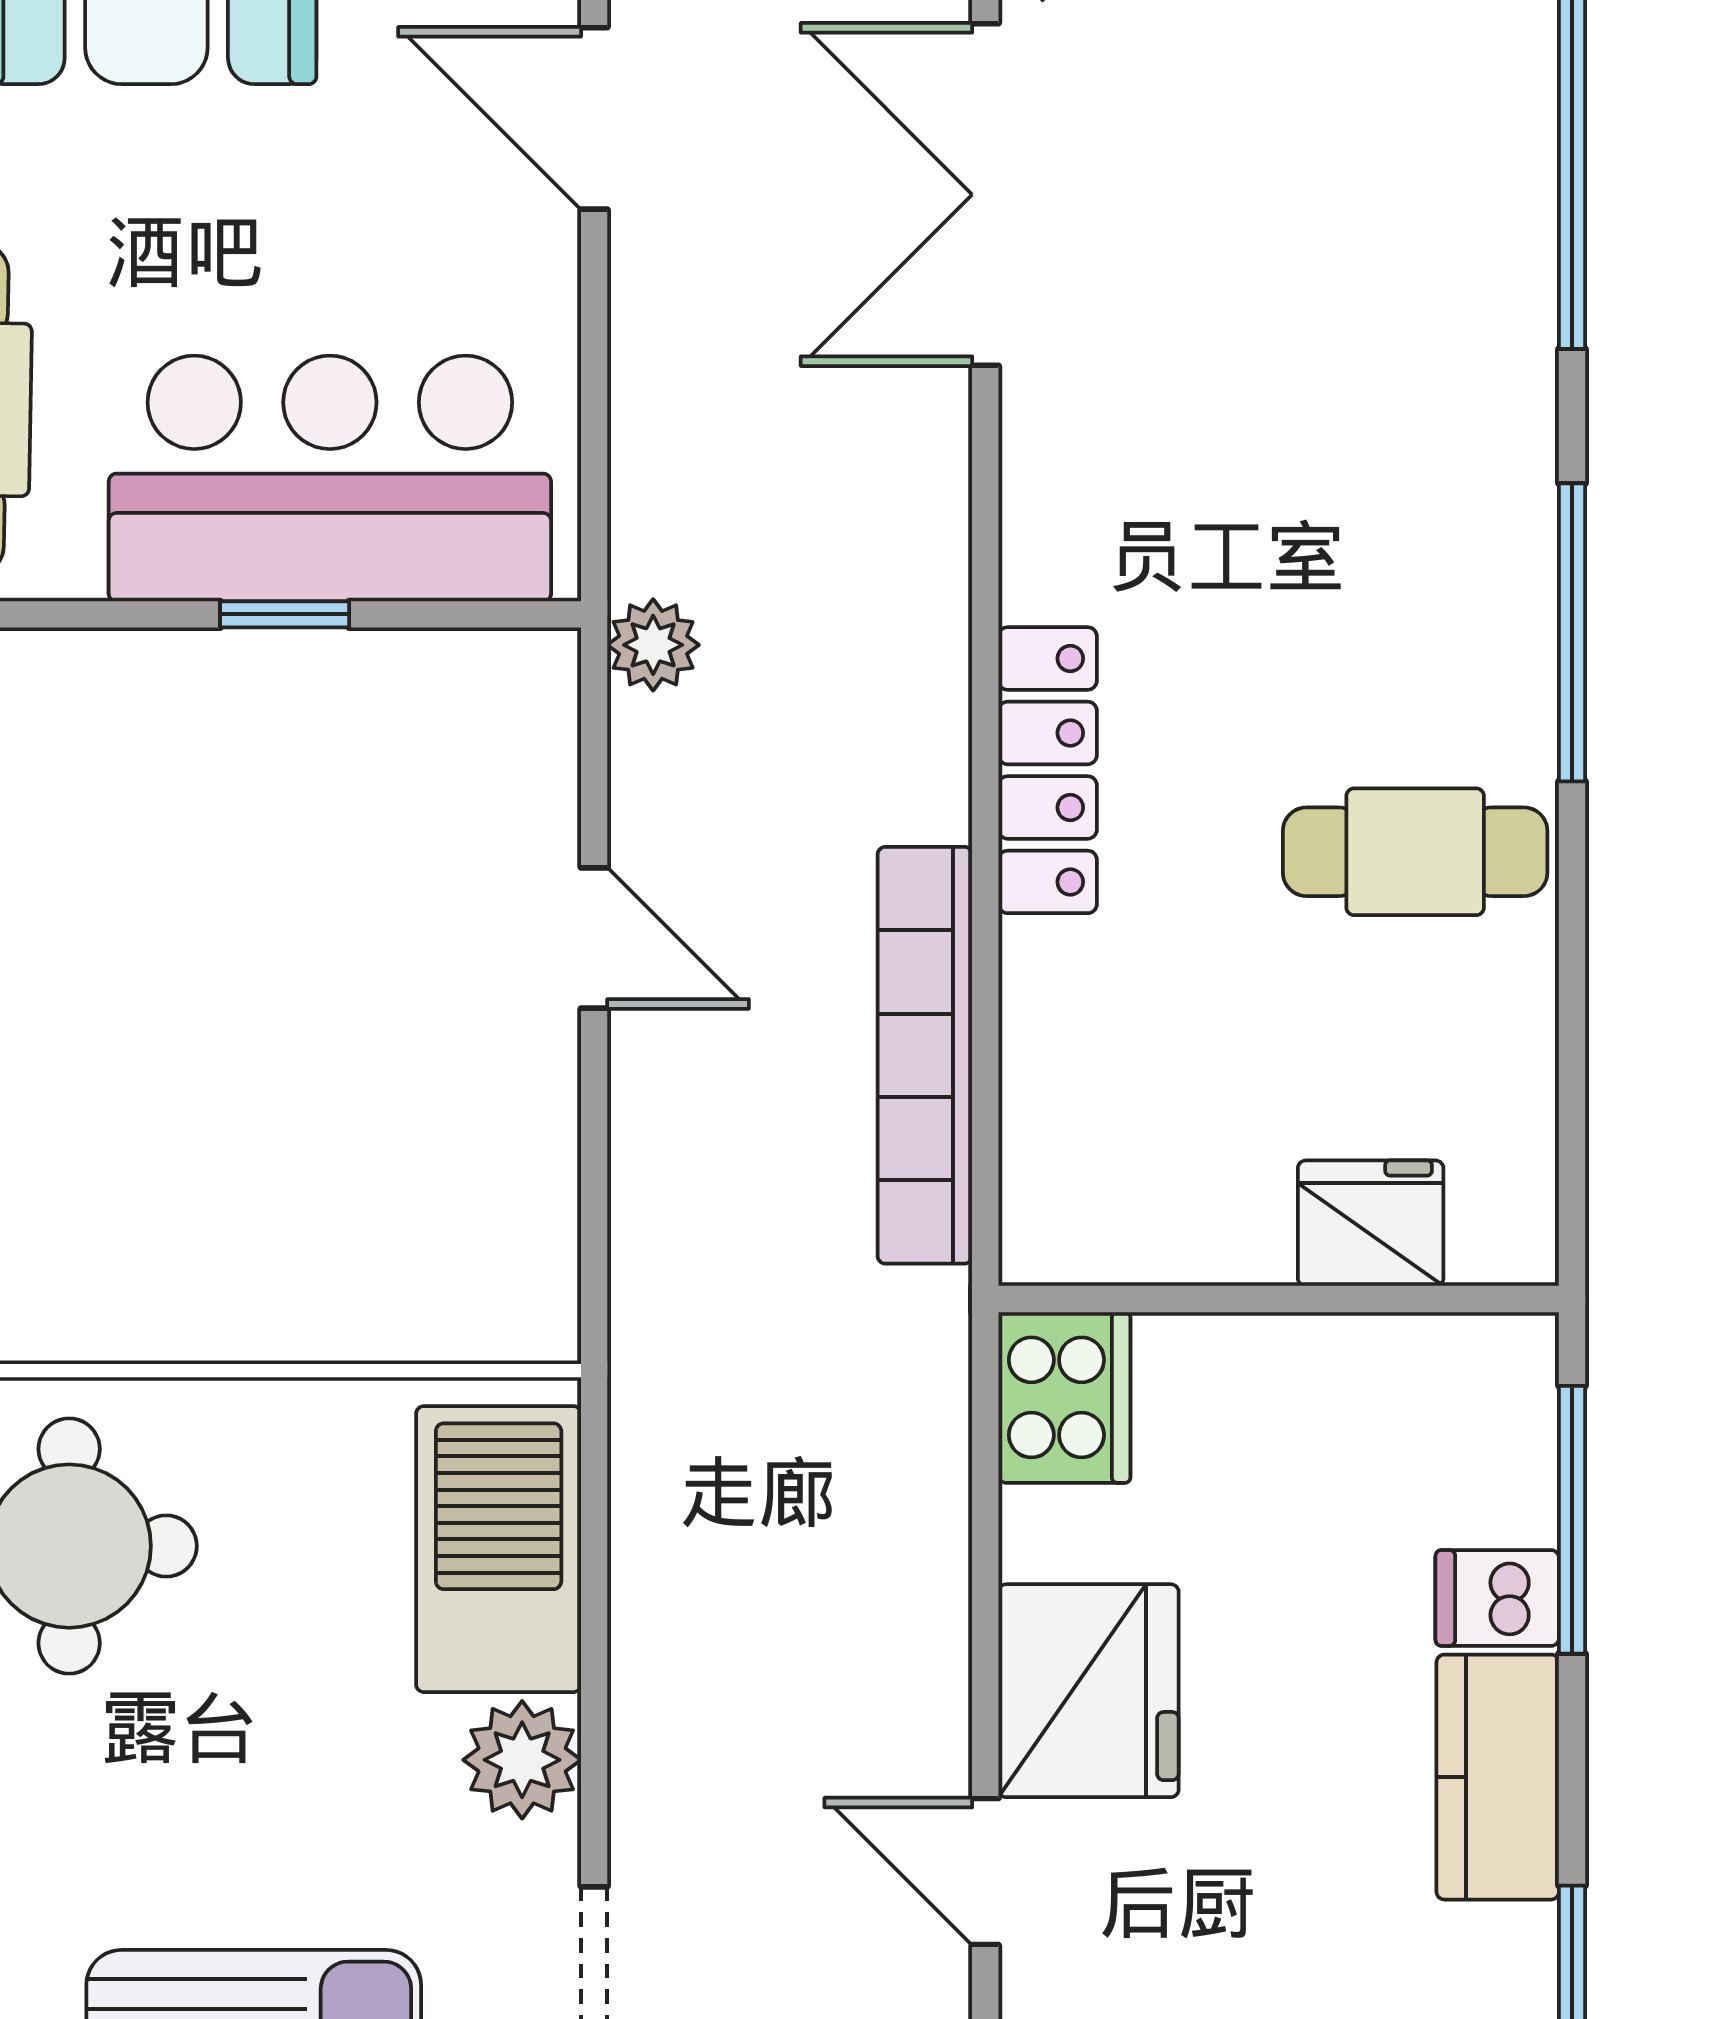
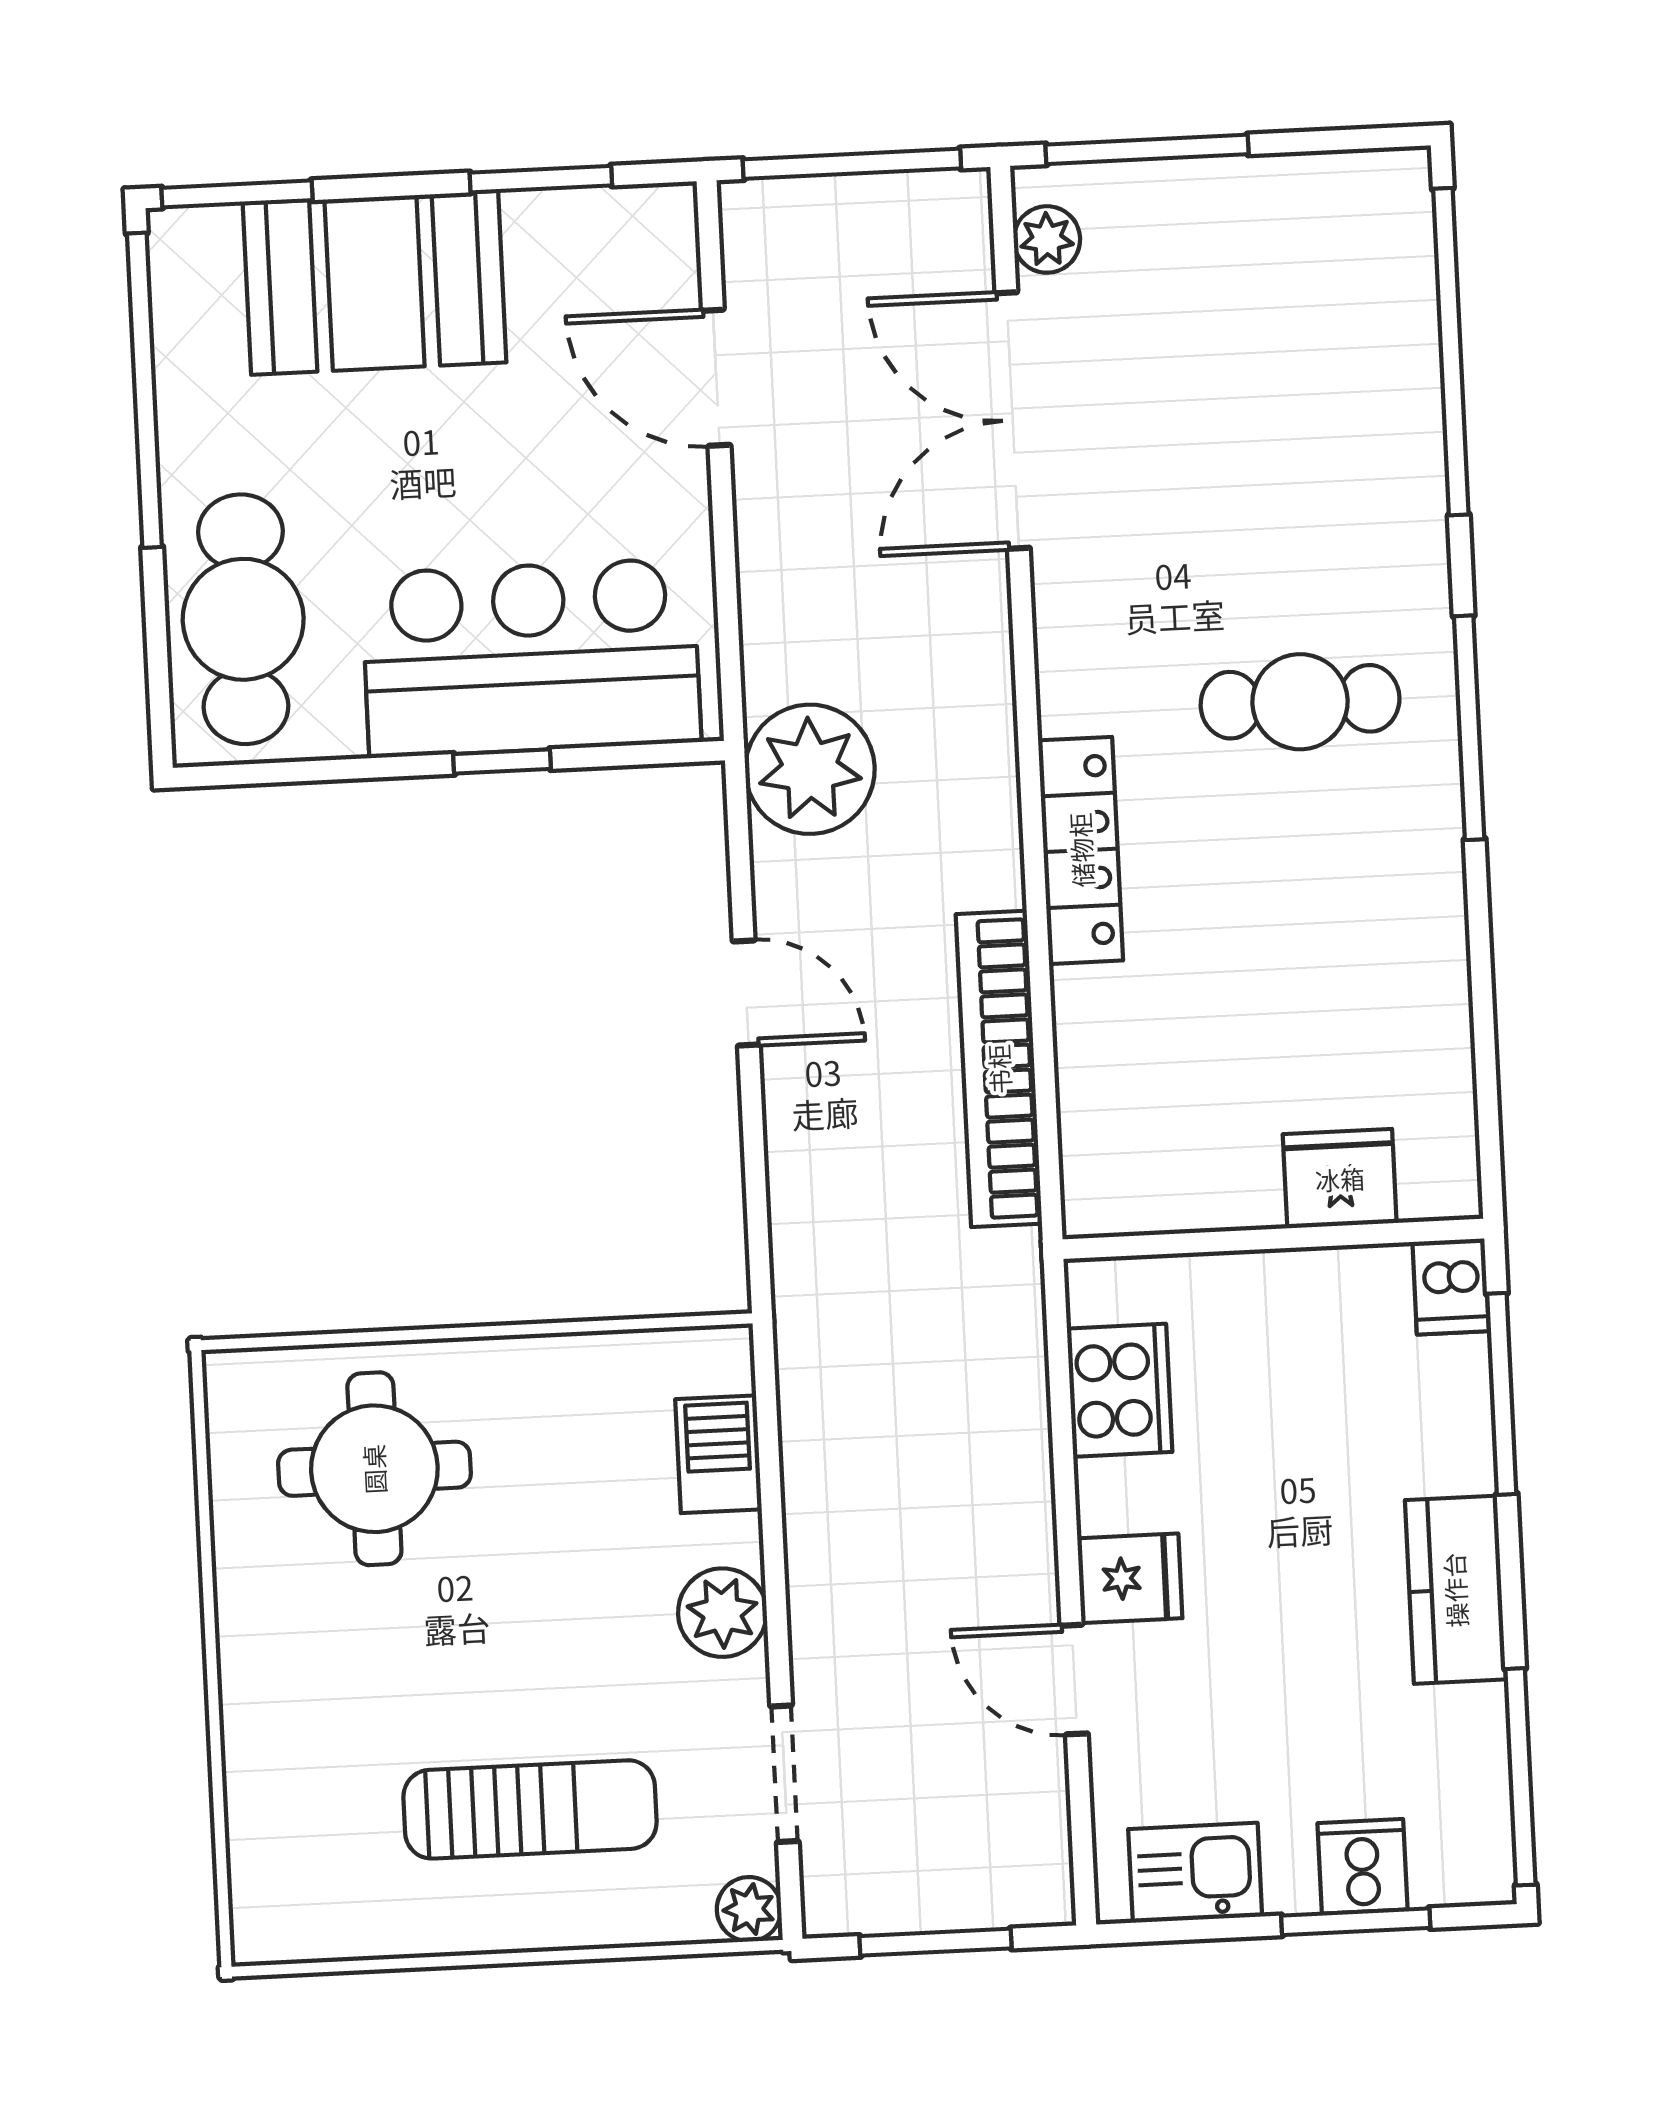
plant: (653, 645) -> (810, 769), width x1.88, depth x1.88
cafe table: (1415, 852) -> (1300, 702), moved
cooker: (1064, 1397) -> (1120, 1390), moved
barbecue: (499, 1549) -> (718, 1454), width x0.53, depth x0.65
dishwasher: (1497, 1598) -> (1451, 1286), moved, turned -90
fridge: (1088, 1691) -> (1130, 1578), width x0.53, depth x0.75

